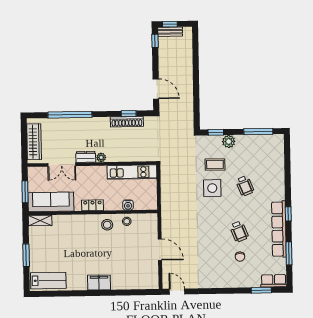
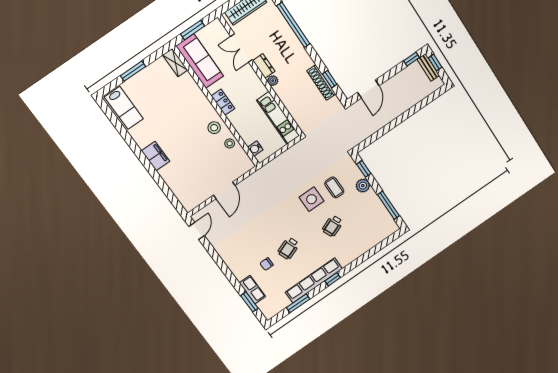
water cooler: (128, 205) -> (255, 148), moved
row of seats: (274, 281) -> (252, 290), moved

